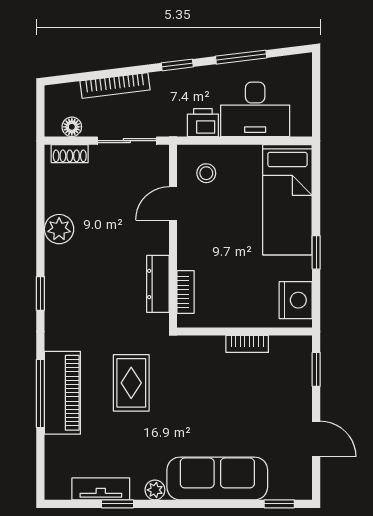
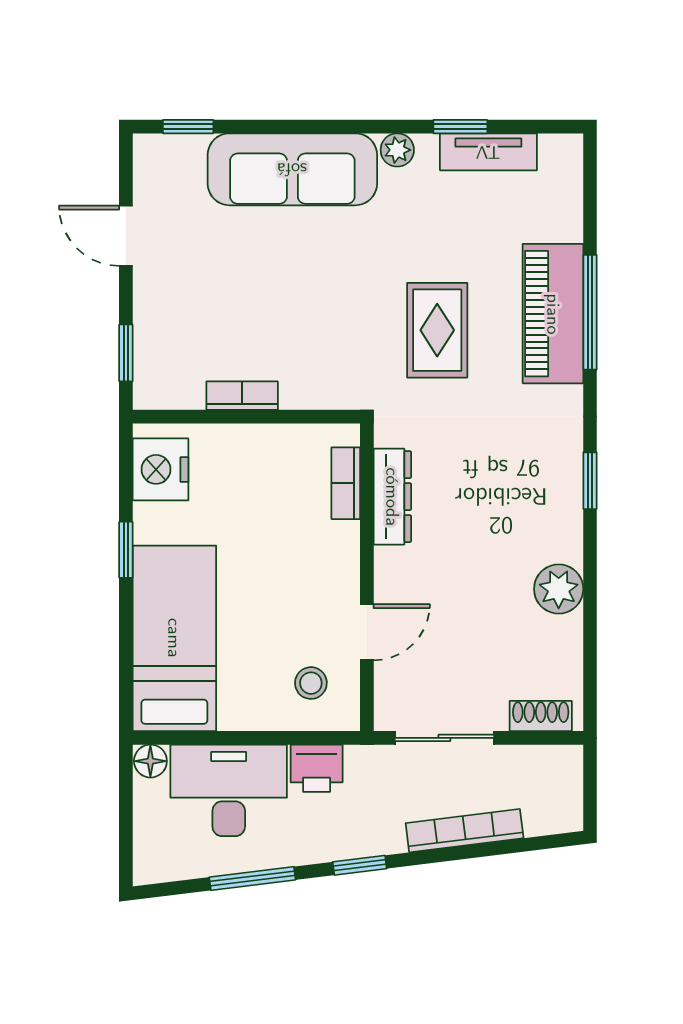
floor lamp: (72, 127) -> (150, 761), moved

